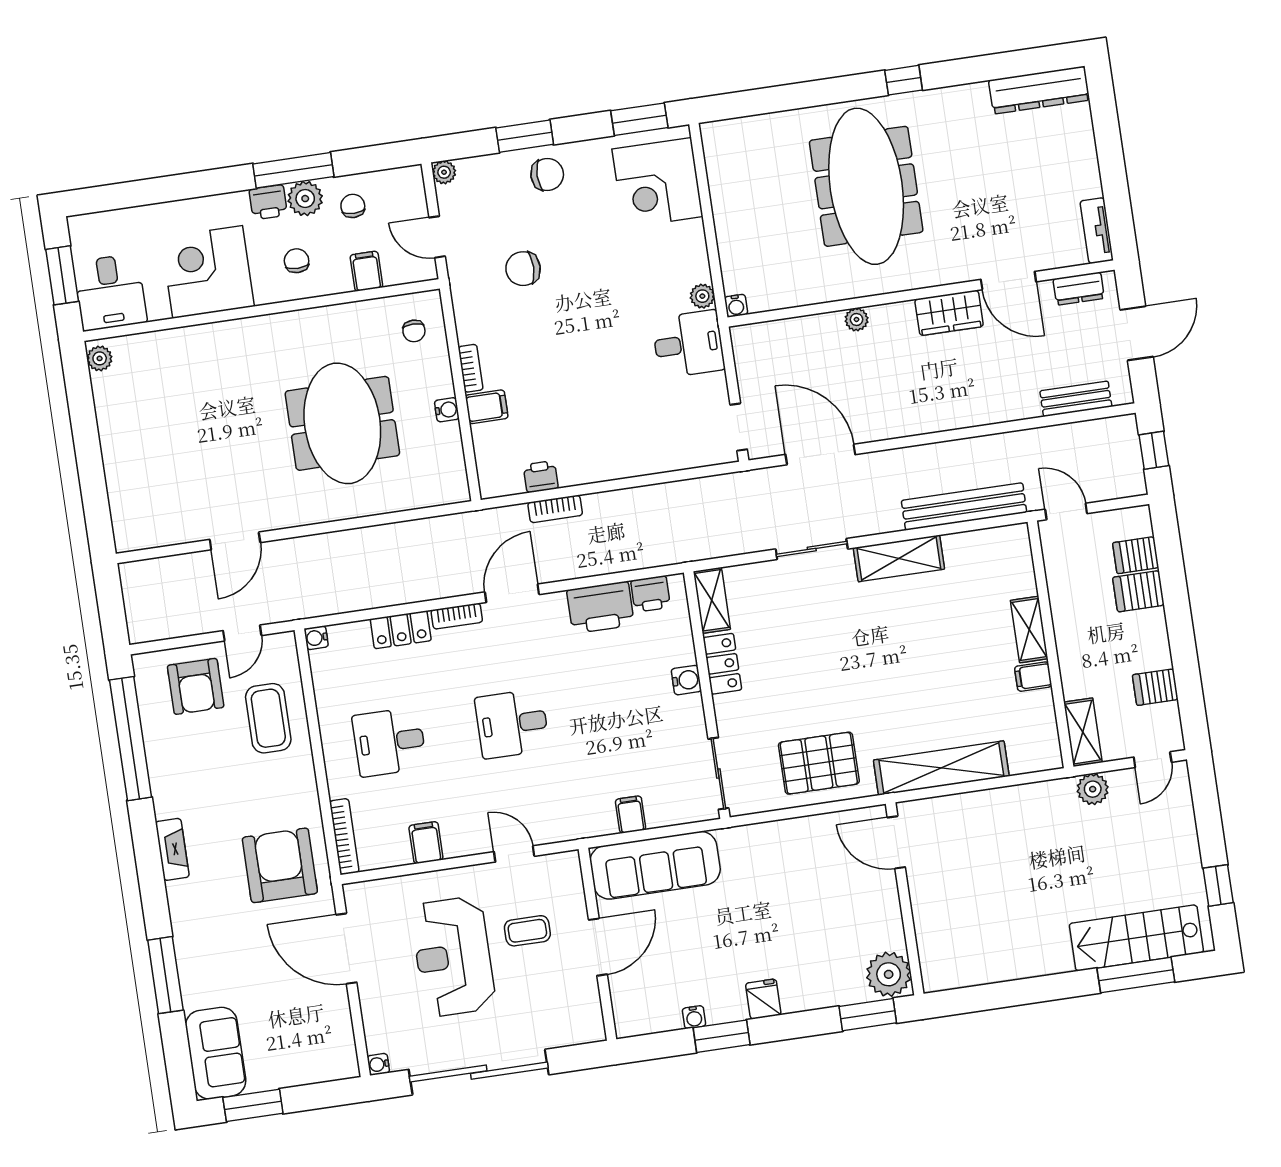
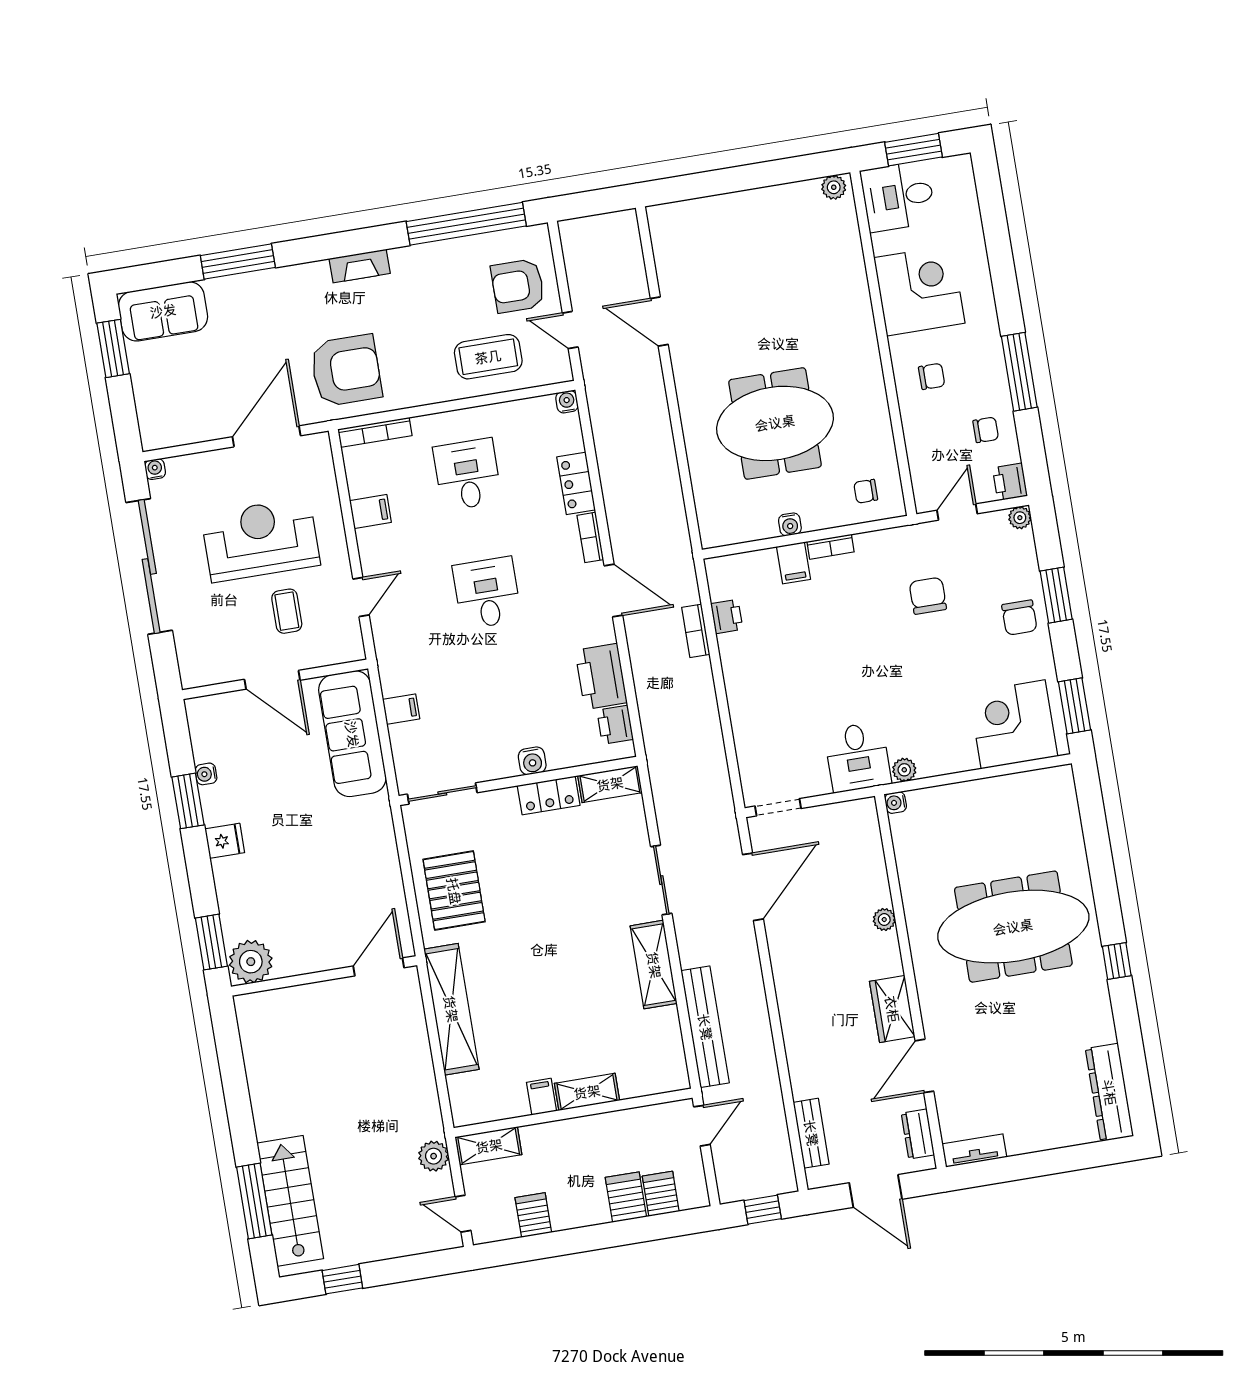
plant: (305, 199) -> (992, 384), removed
printer: (268, 202) -> (1010, 482), moved
filing cabinet: (366, 271) -> (923, 444), removed

